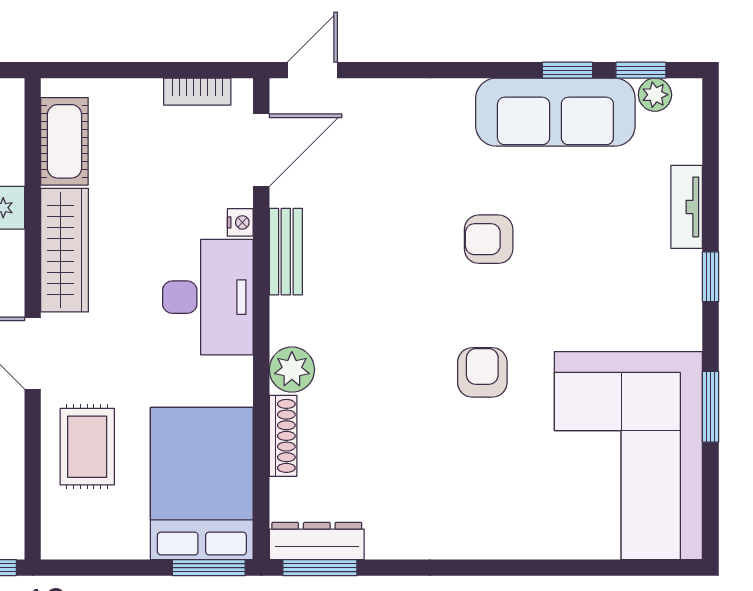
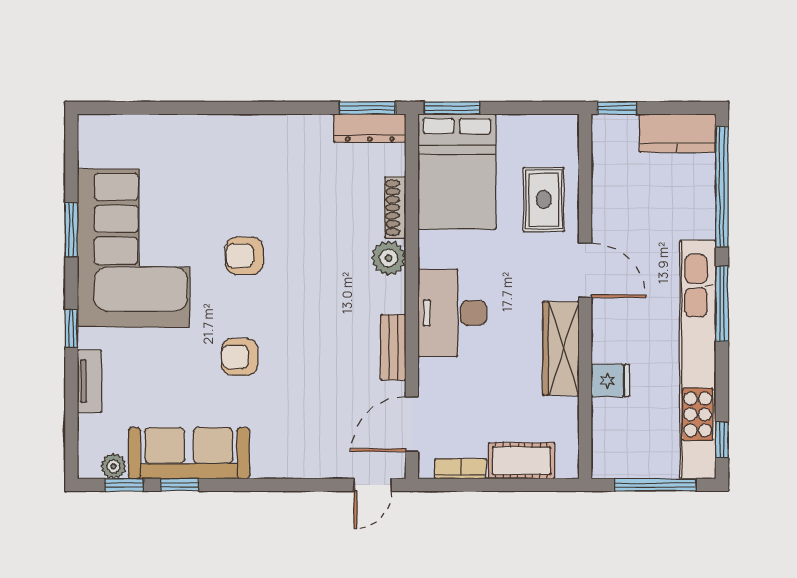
cot: (64, 141) -> (521, 461), moved, turned 90
nightstand: (240, 222) -> (428, 369), removed
armchair: (489, 239) -> (240, 357), turned 180
armchair: (482, 372) -> (244, 256), turned 90
corner sofa: (628, 456) -> (134, 248), moved

